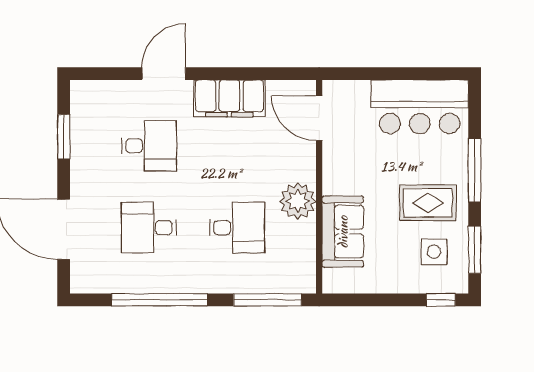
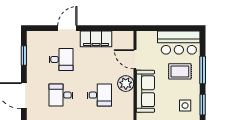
door: (319, 118) -> (135, 59), moved
rug: (428, 203) -> (180, 71), moved
sofa: (343, 232) -> (145, 91), width x1.36

